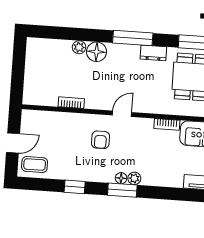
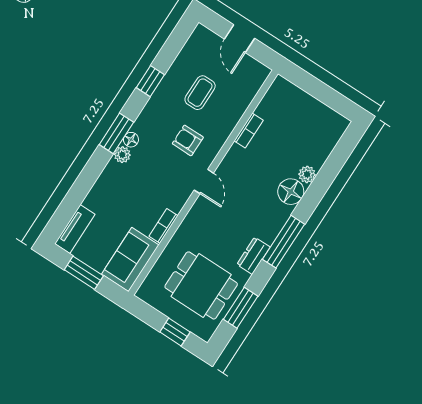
coffee table: (35, 165) -> (200, 93), moved

